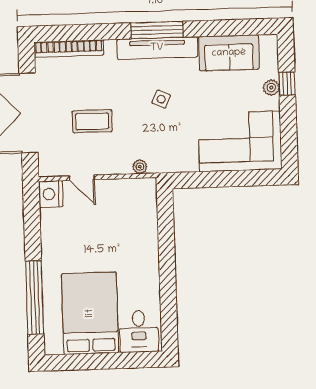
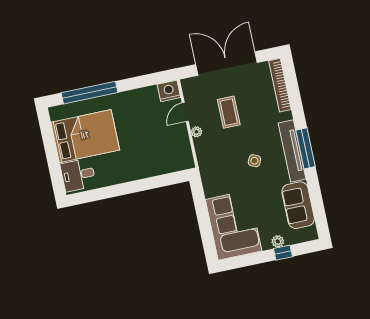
plant: (140, 167) -> (197, 132), moved

